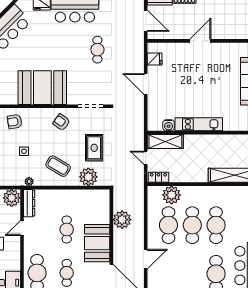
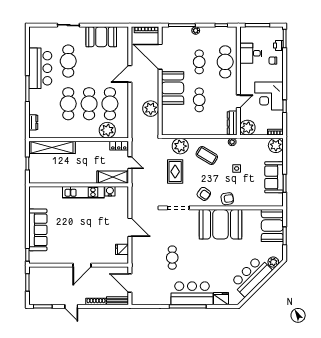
armchair: (15, 122) -> (227, 199), moved

